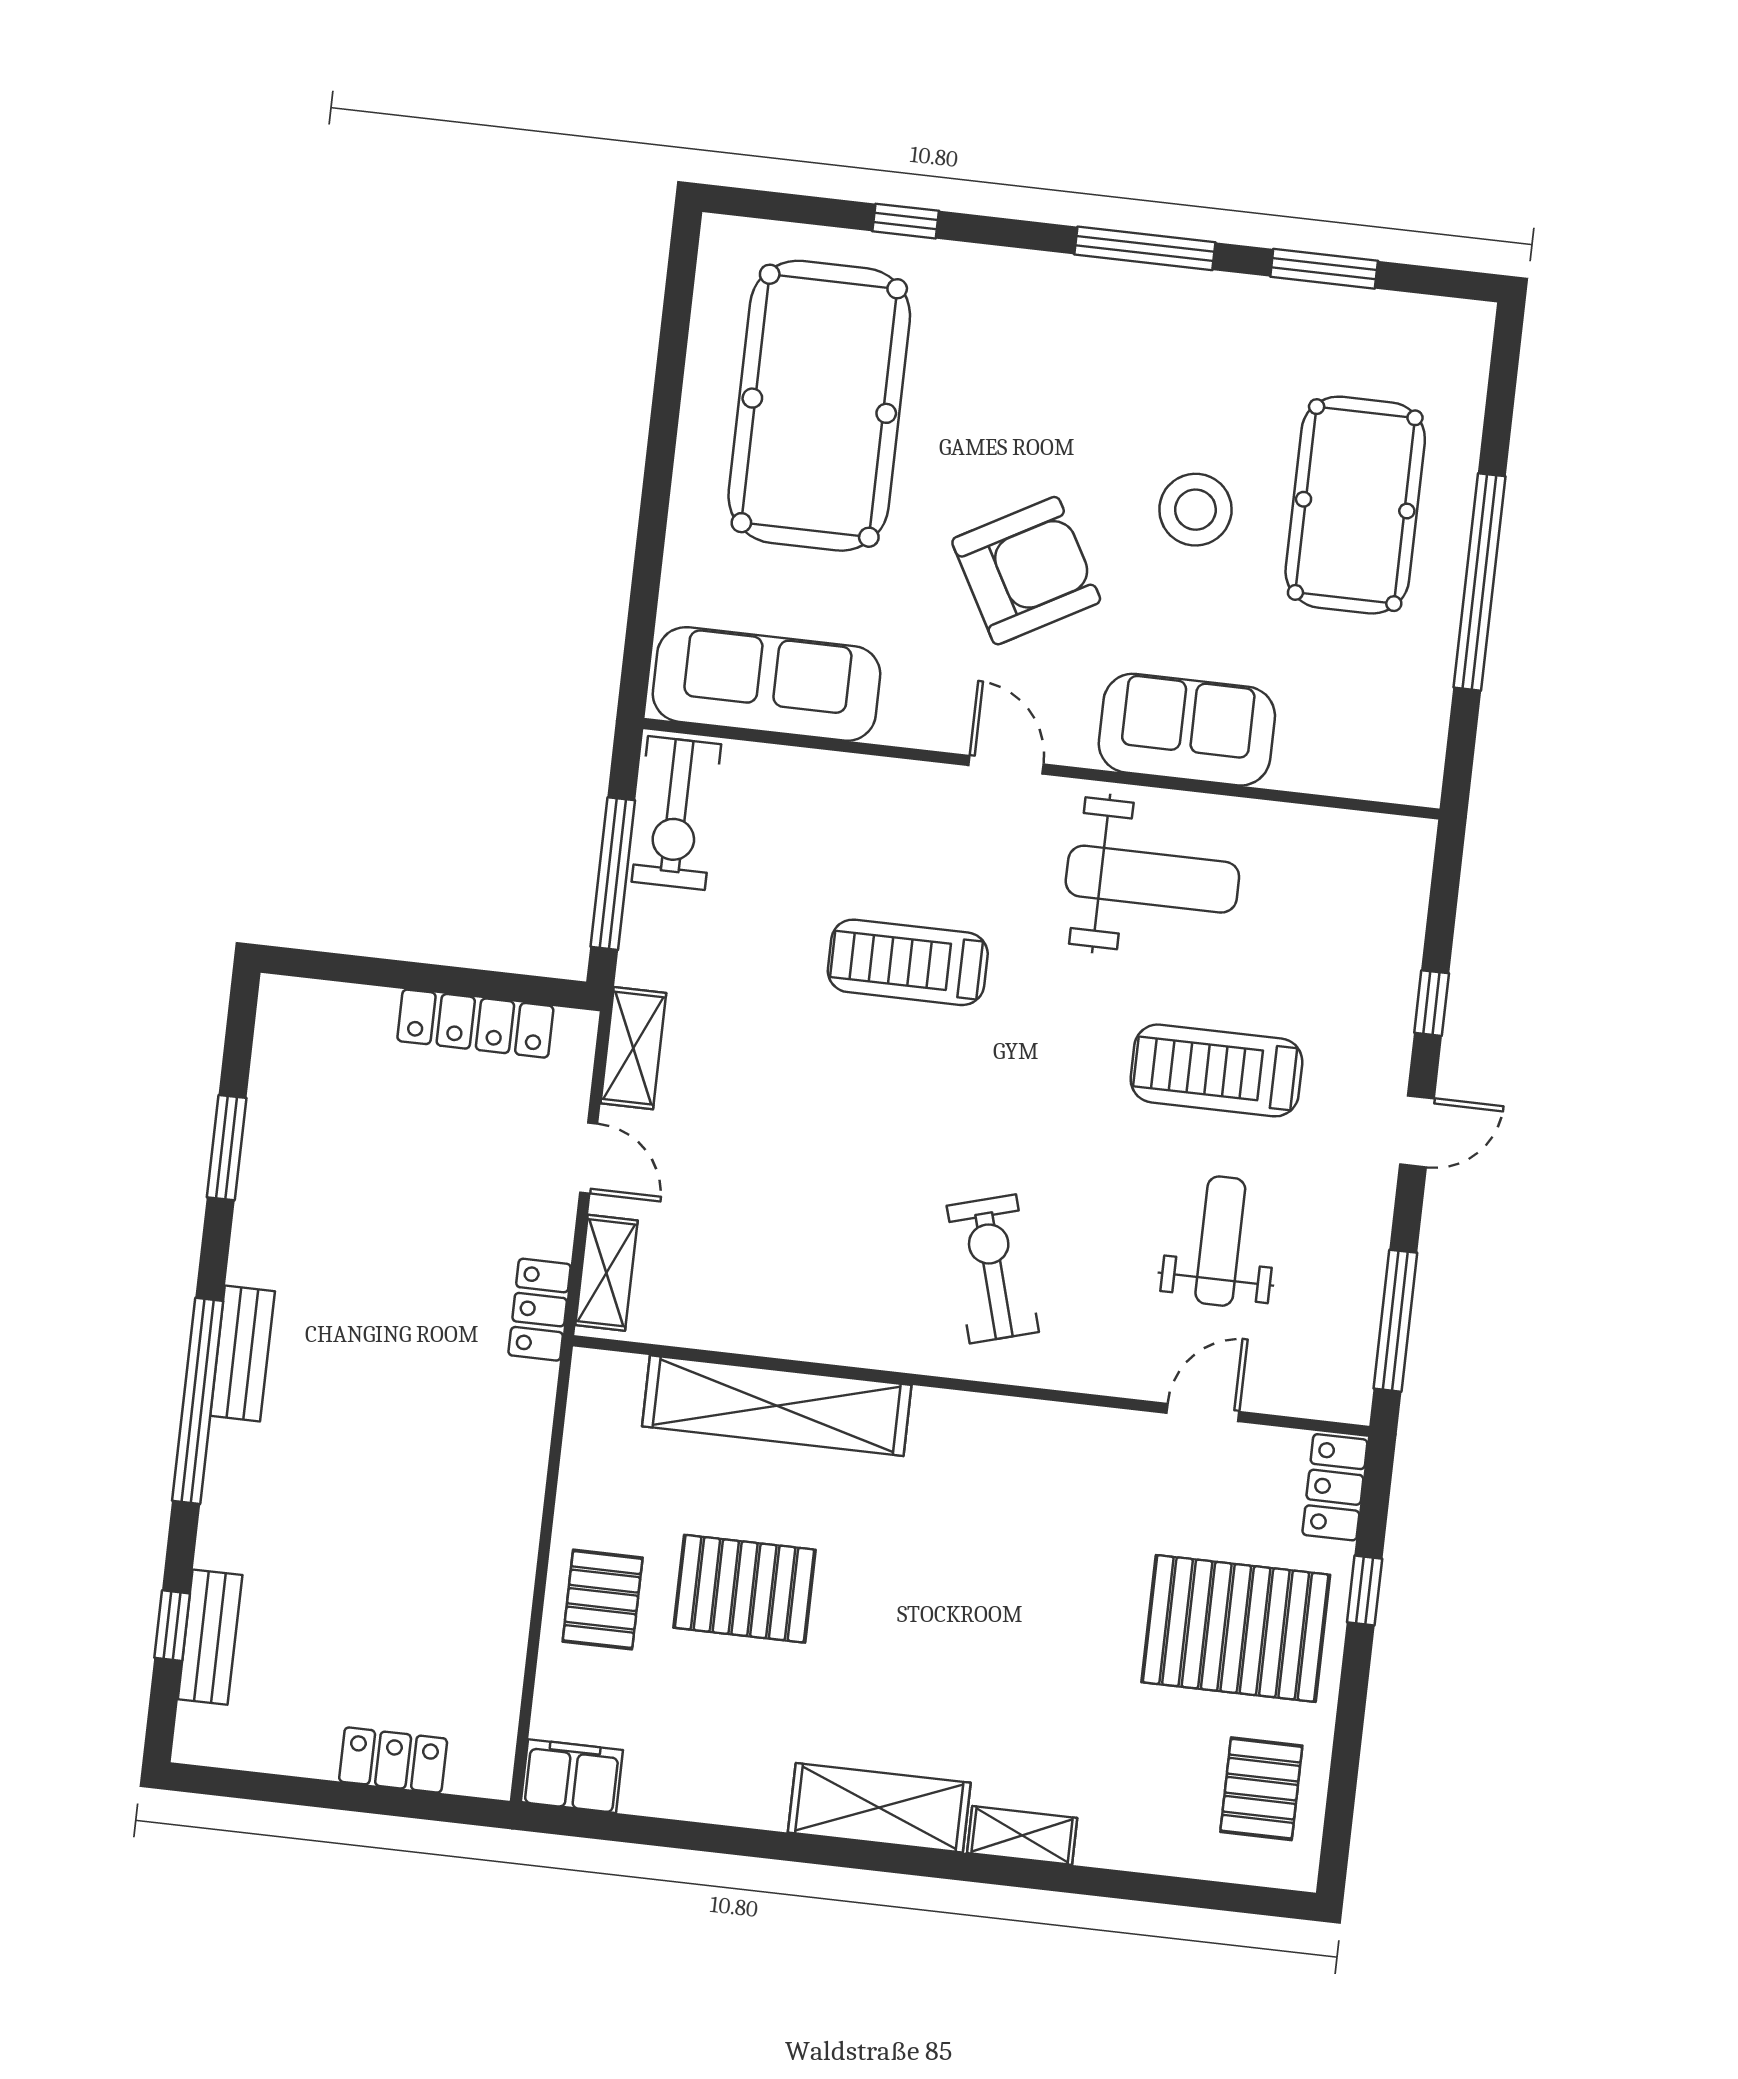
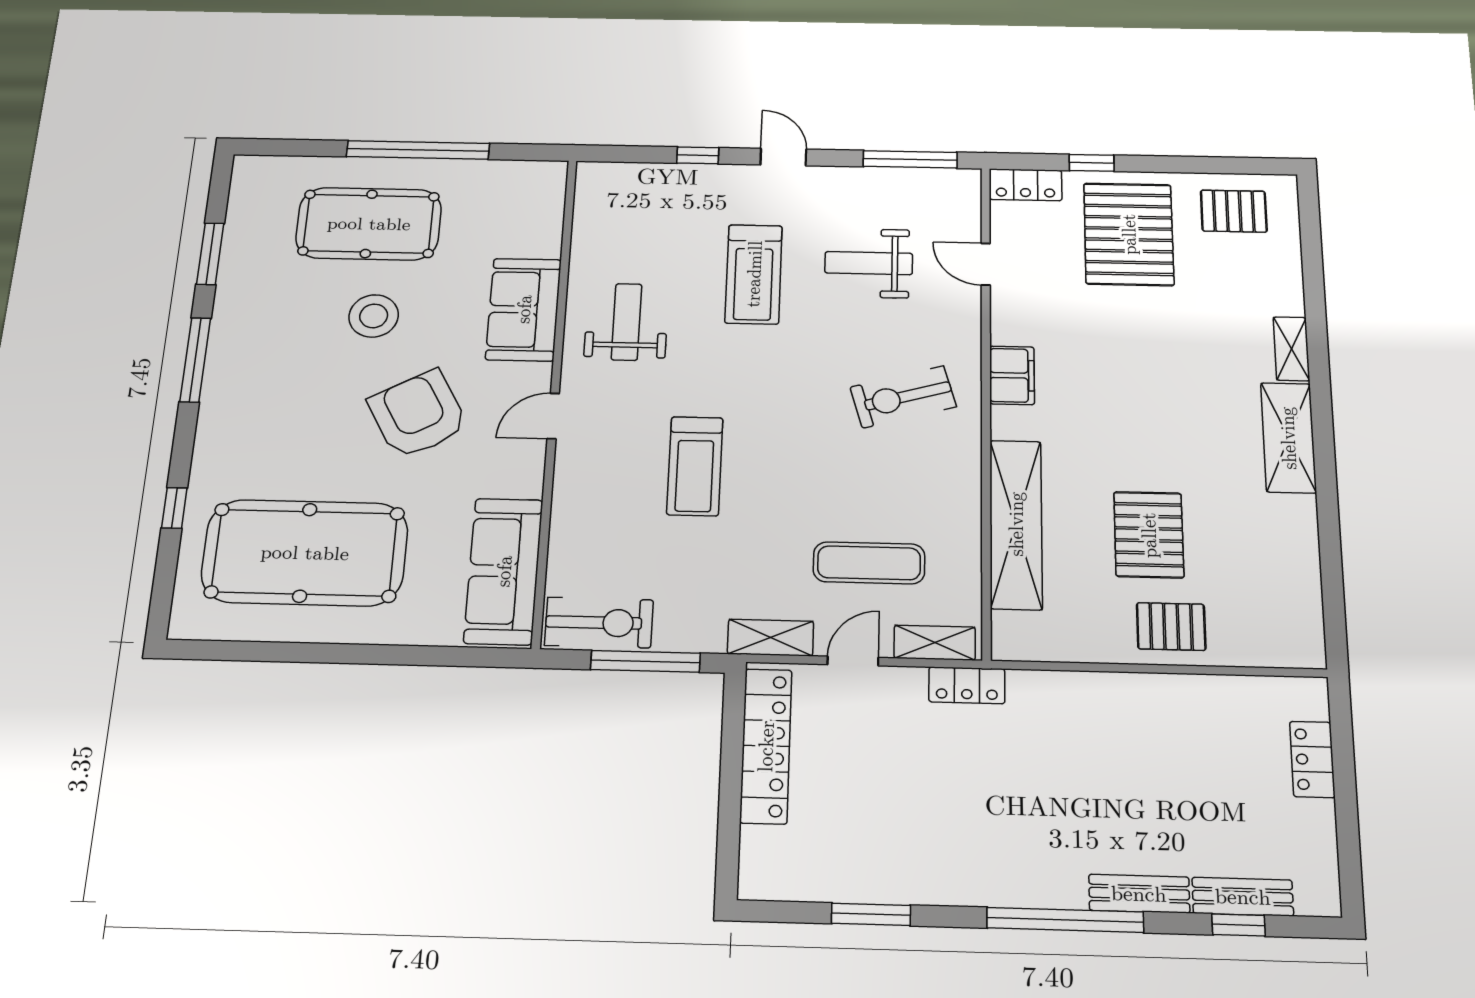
weight bench: (1152, 879) -> (627, 322), width x0.73, depth x0.75
locker: (475, 1024) -> (766, 746), width x1.41, depth x1.21
exercise mat: (735, 1194) -> (869, 563), added
bench: (242, 1354) -> (1139, 894), moved
filing cabinet: (572, 1776) -> (1012, 375), moved, turned 180

